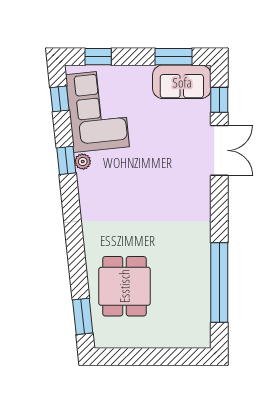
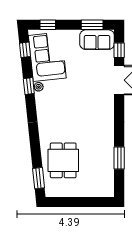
window: (219, 282) -> (119, 158), width x0.47

